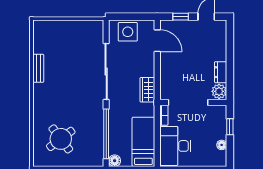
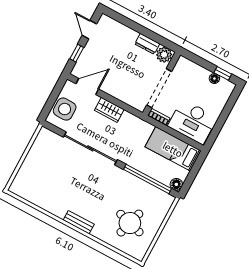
bench: (38, 68) -> (79, 222), moved
wardrobe: (147, 90) -> (109, 110), moved
window: (230, 127) -> (223, 73), moved
round table: (61, 139) -> (130, 223), turned -37

